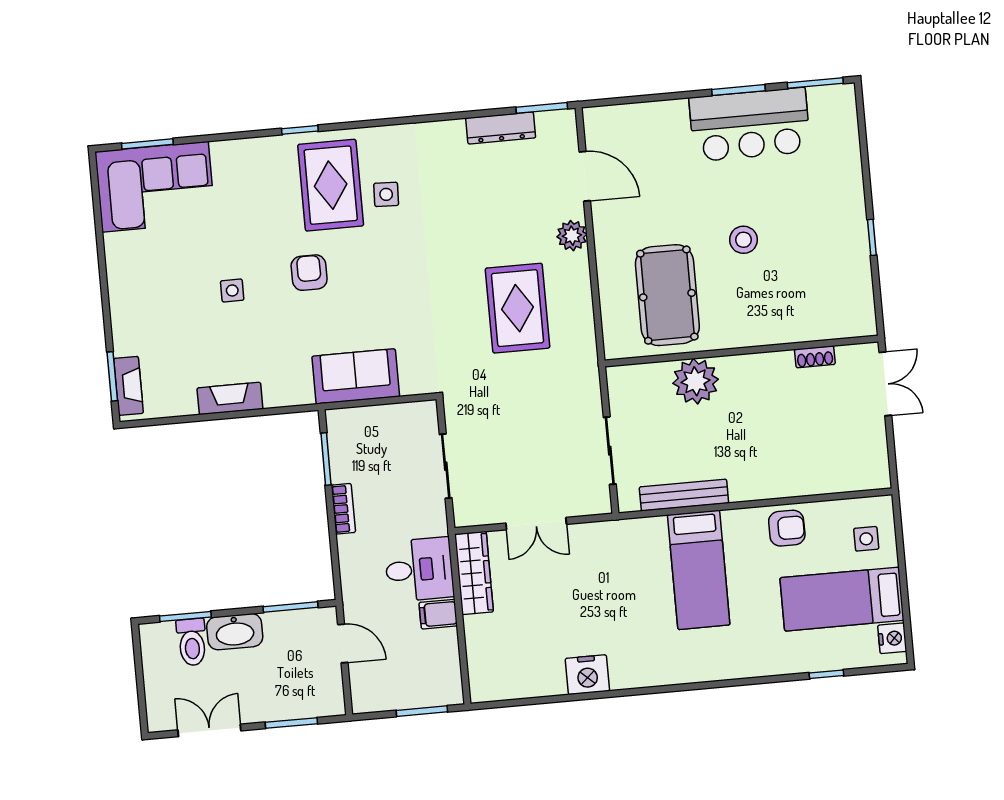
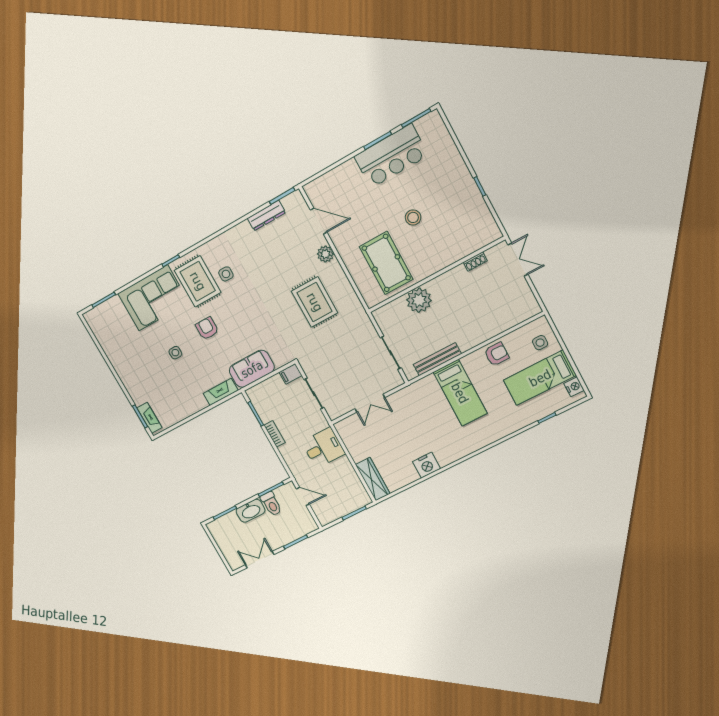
corner sofa: (155, 187) -> (153, 298), moved
fireplace: (230, 398) -> (221, 392), moved
wardrobe: (474, 573) -> (373, 479), moved
filing cabinet: (438, 614) -> (290, 374), moved
toilet: (192, 642) -> (271, 504), moved

